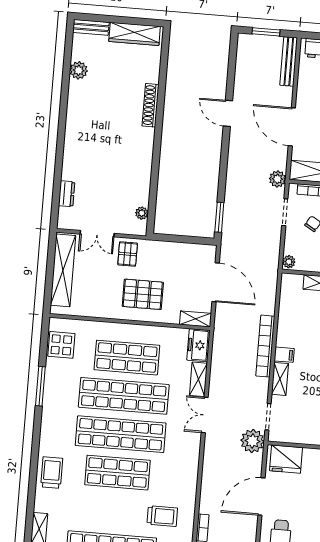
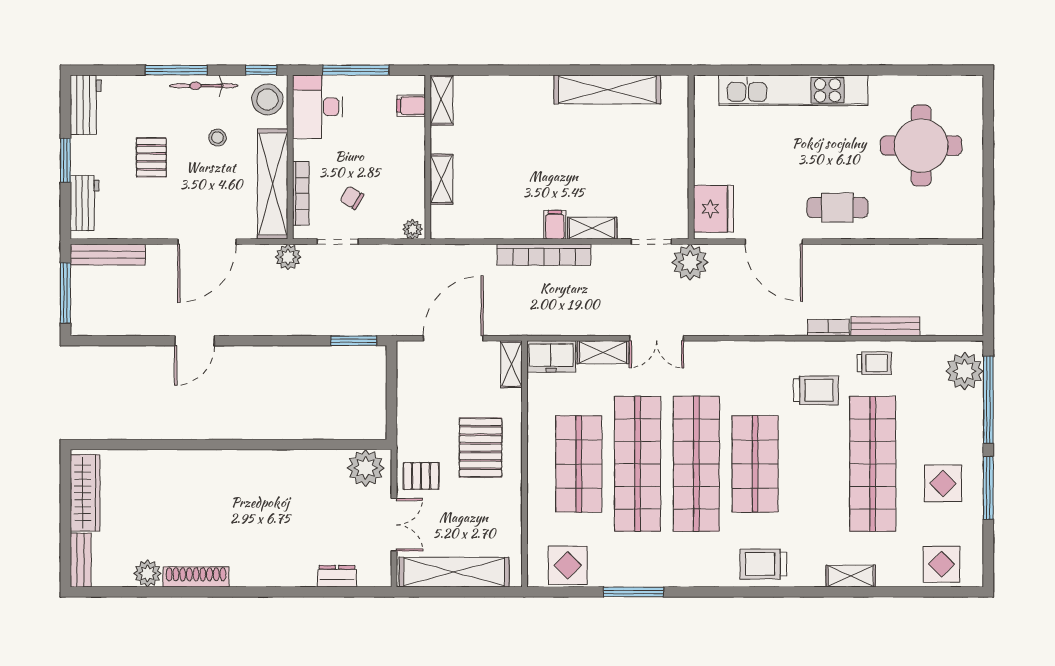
window: (266, 32) -> (65, 293), width x1.44
shoe rack: (150, 105) -> (196, 577), moved, turned 180
plant: (142, 213) -> (366, 468), width x1.88, depth x1.88
trolley: (162, 516) -> (816, 390), turned 90

